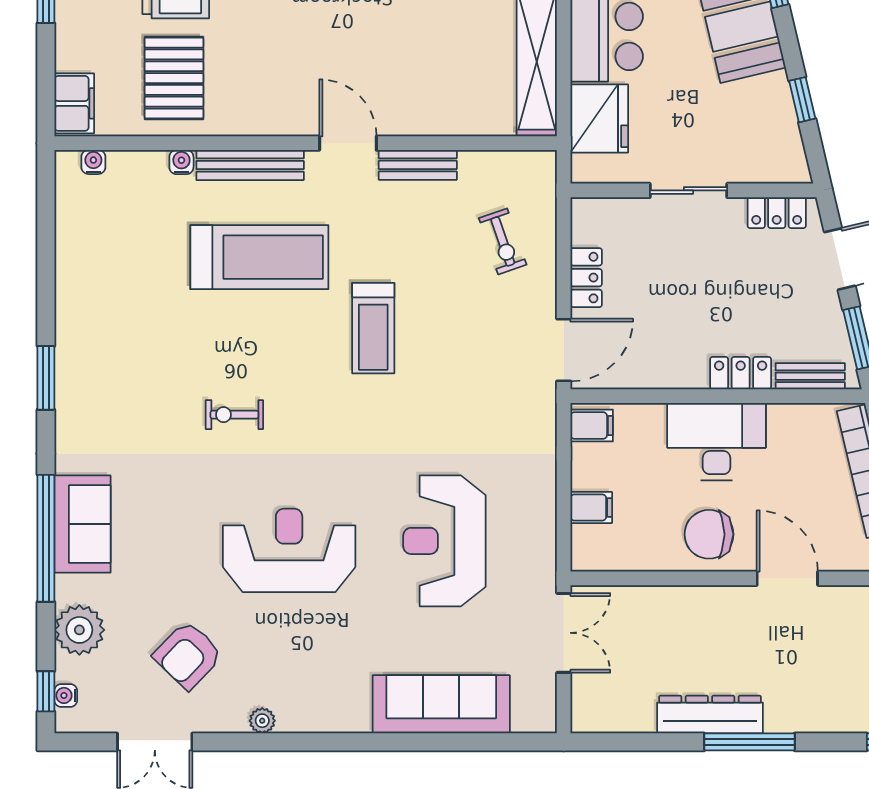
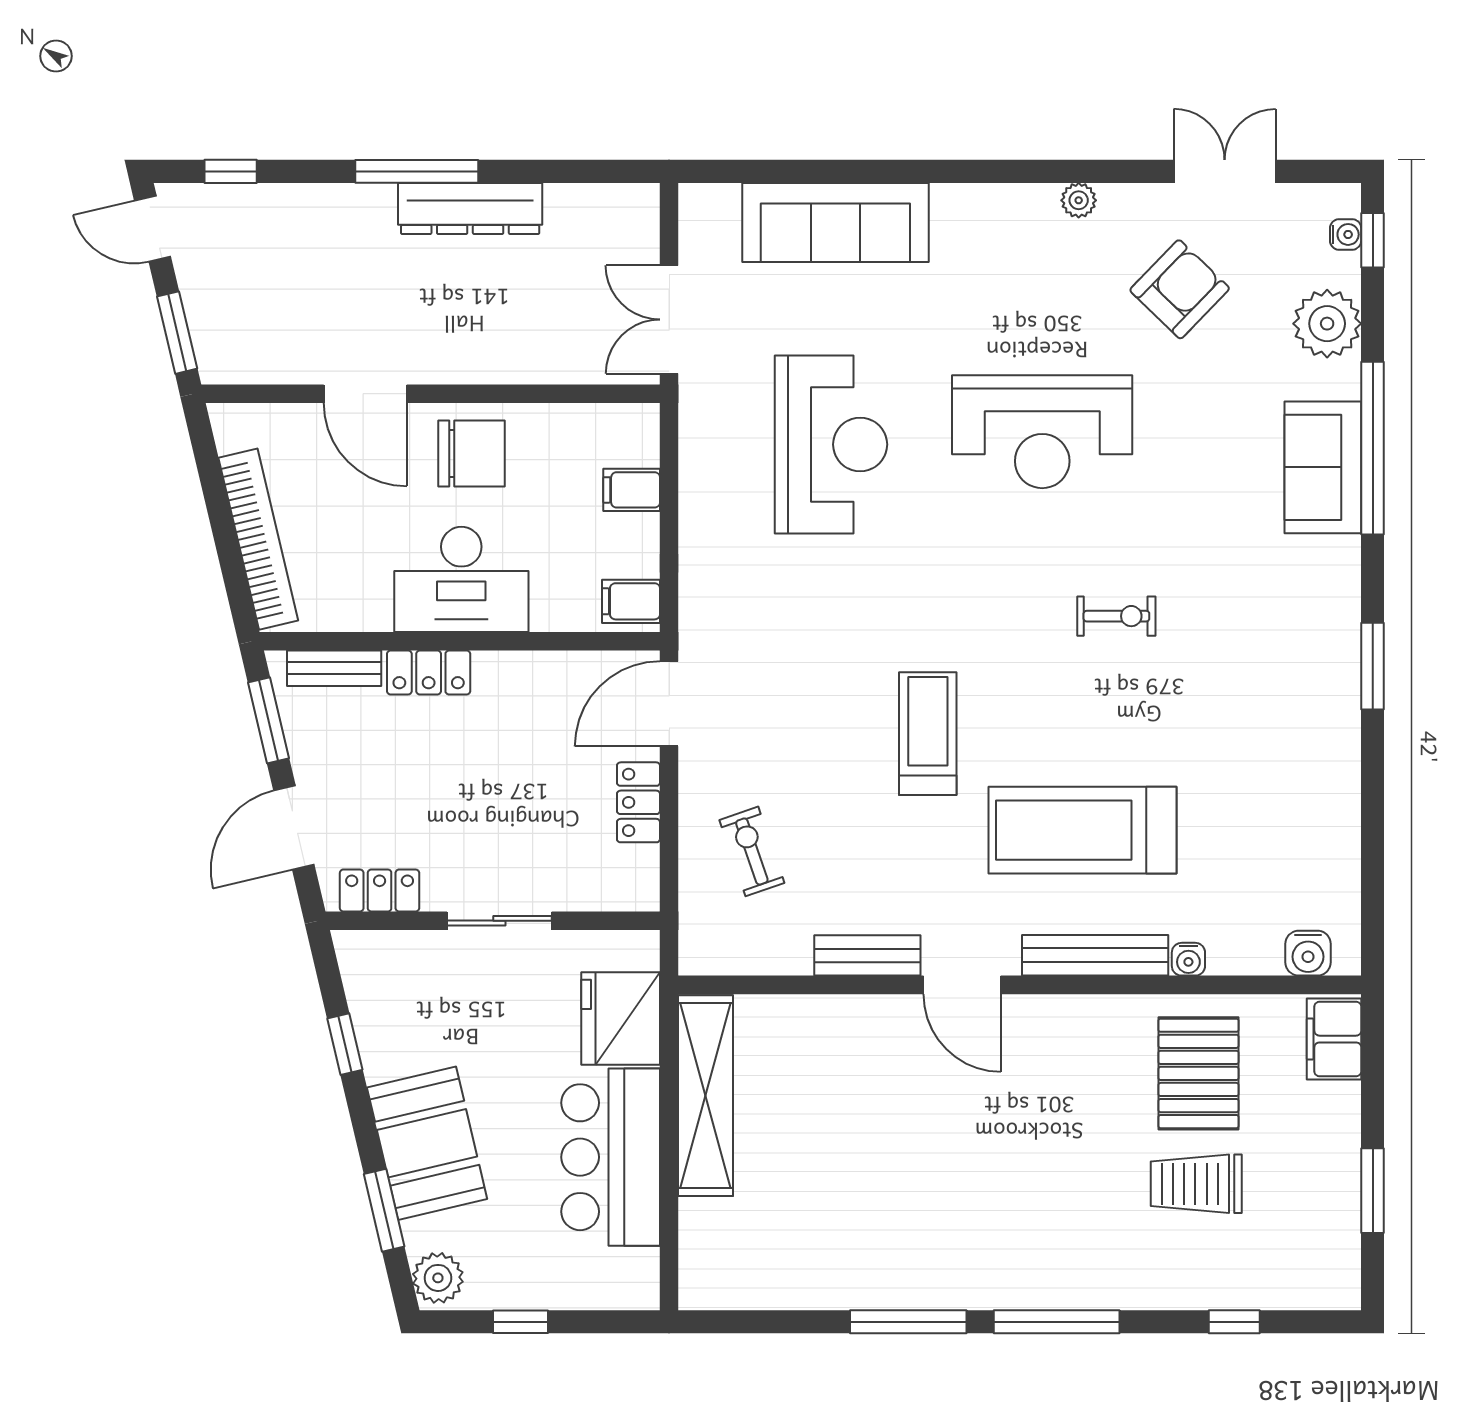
water cooler: (93, 162) -> (1308, 953), width x1.38, depth x1.38

